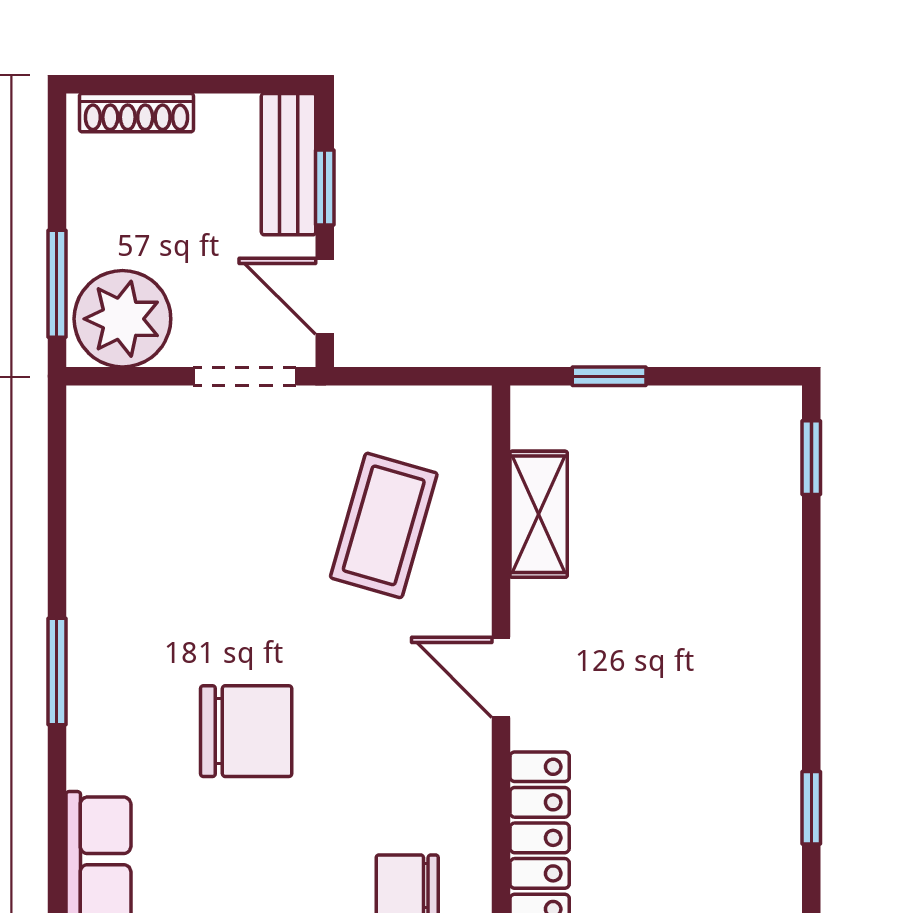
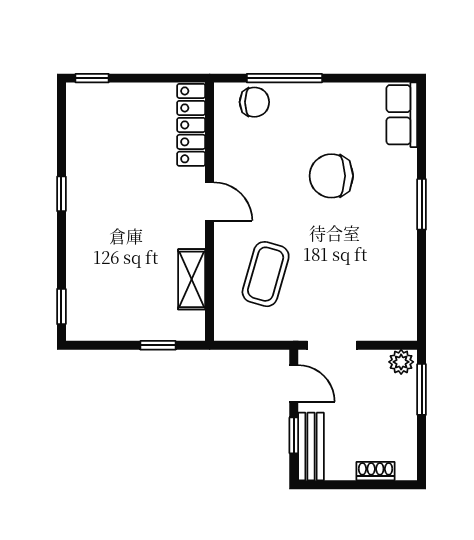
shoe rack: (136, 113) -> (375, 471), width x0.70
plant: (122, 319) -> (401, 362), width x0.53, depth x0.53
window: (811, 808) -> (61, 194), moved

